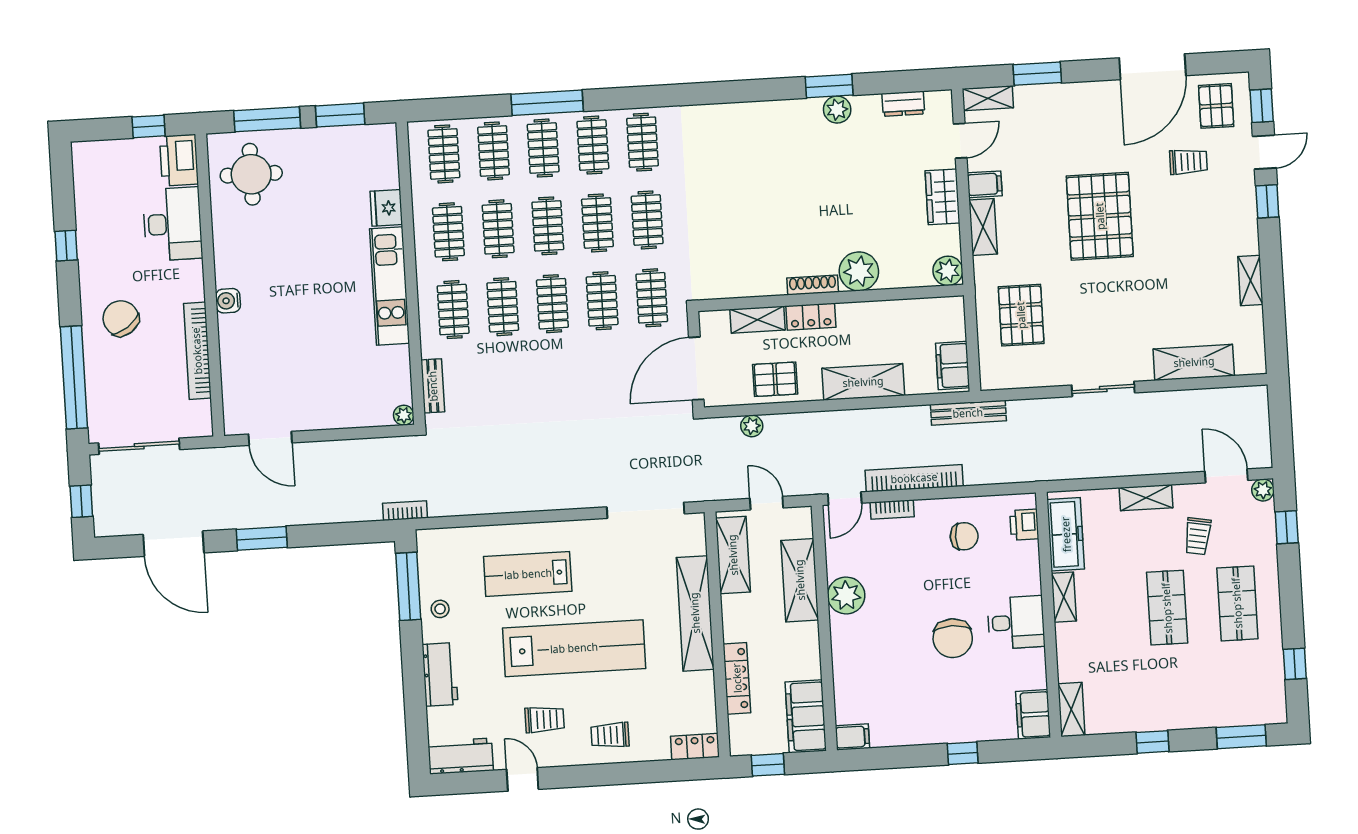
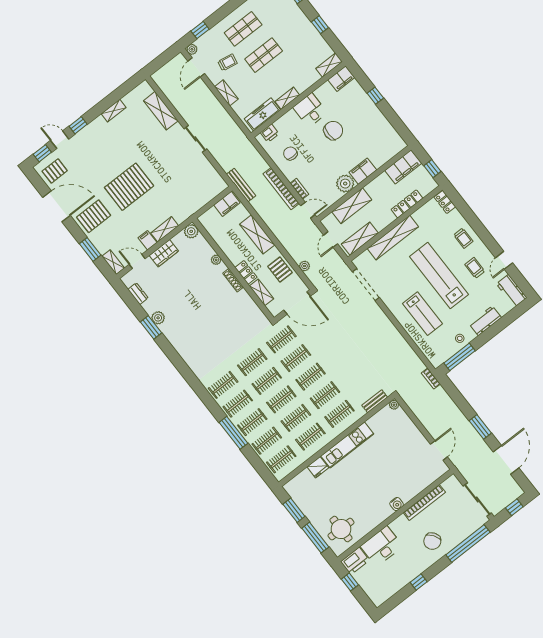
trolley: (1188, 162) -> (84, 167), removed
plant: (859, 271) -> (216, 260), width x0.53, depth x0.53
pallet: (1021, 315) -> (94, 216), moved
filing cabinet: (852, 737) -> (363, 171), moved, width x2.00

